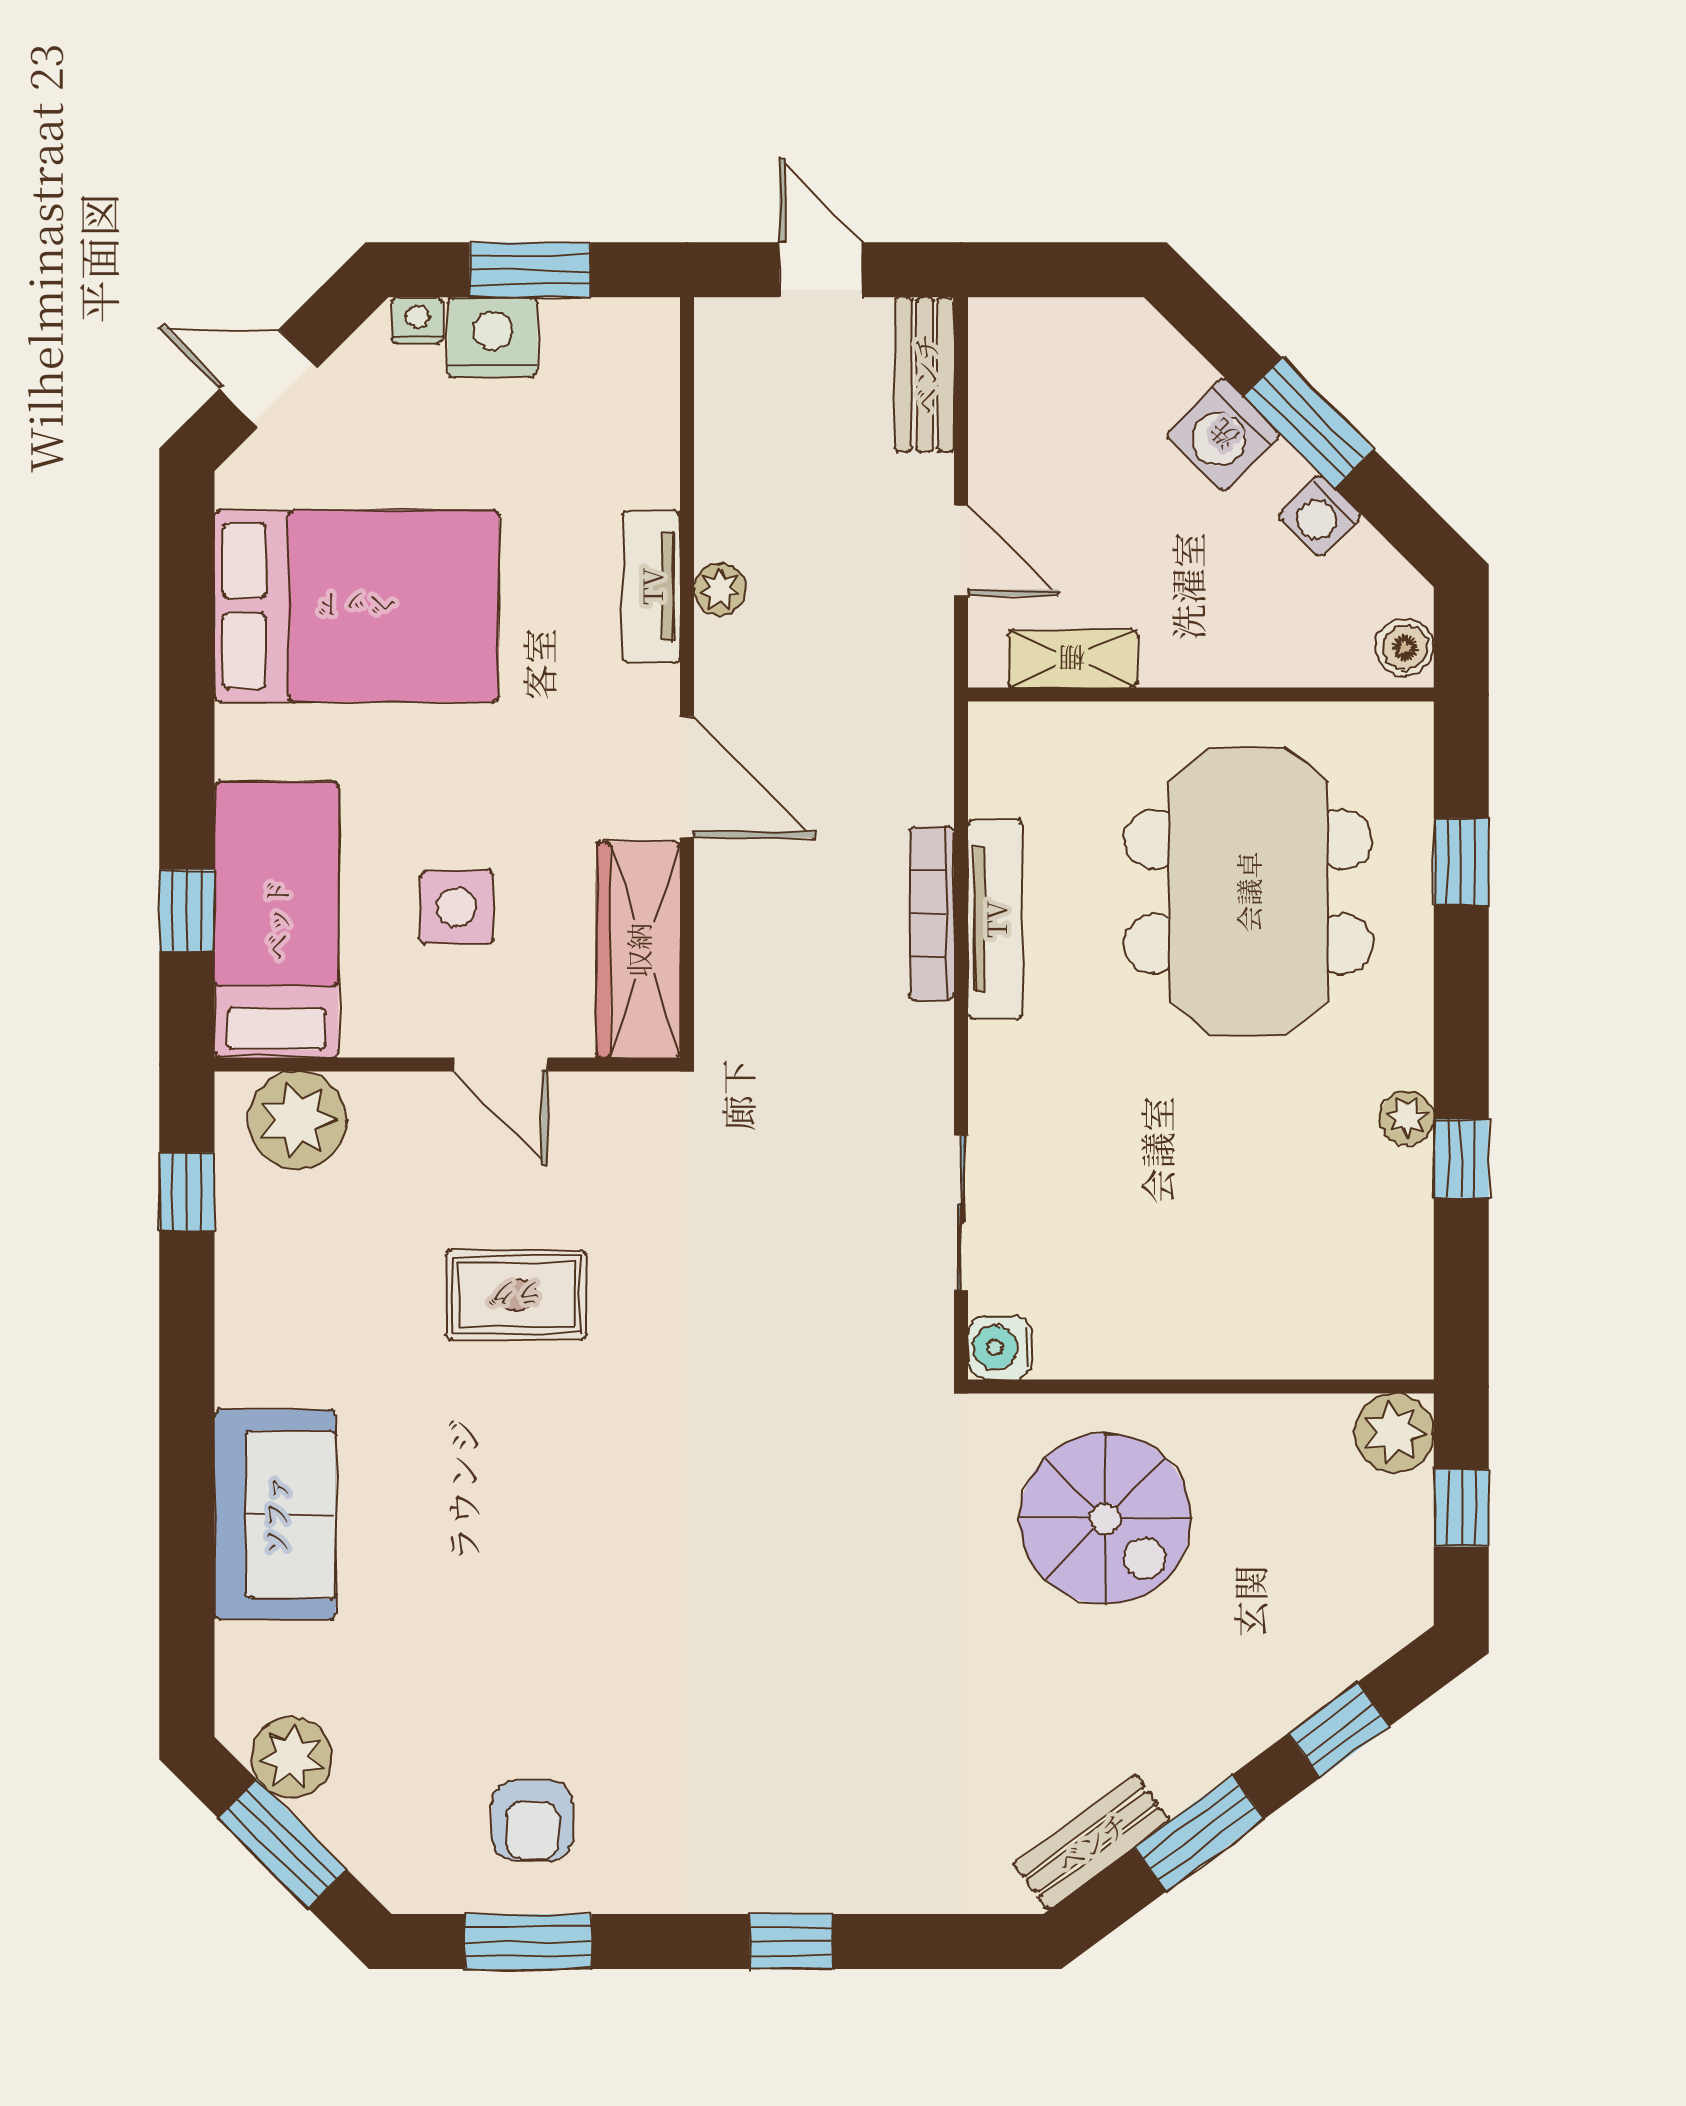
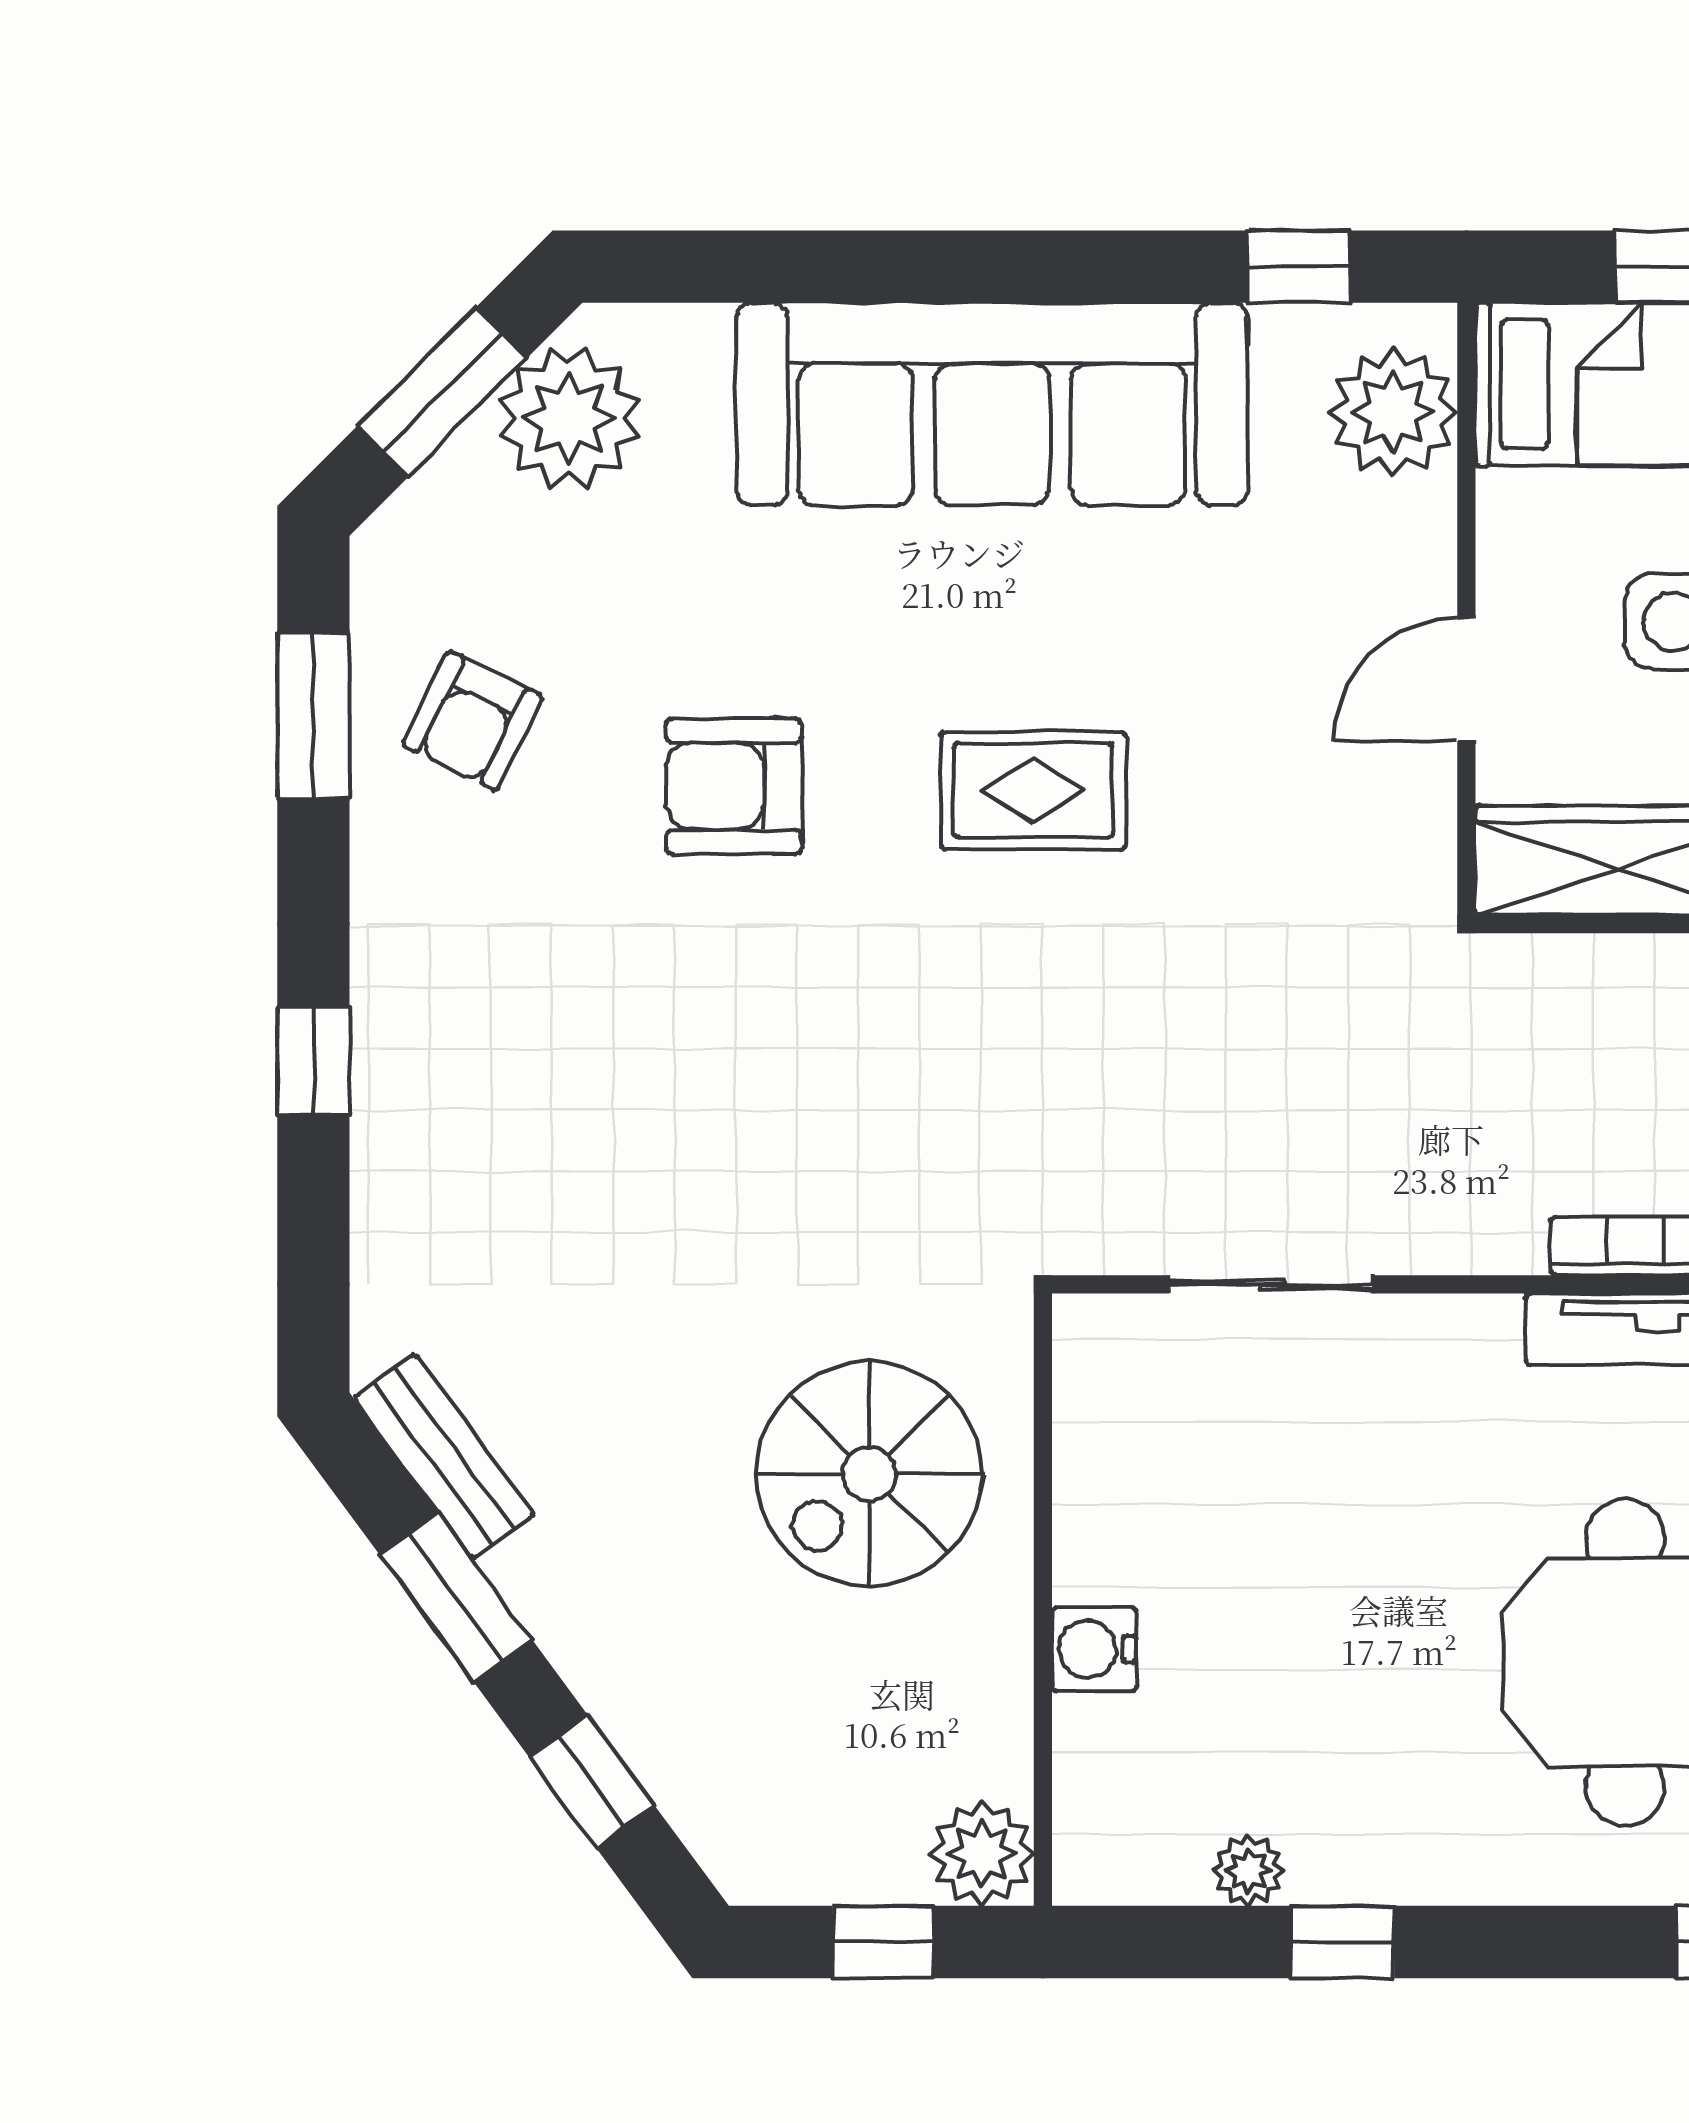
plant: (1407, 1118) -> (1248, 1871), moved
rug: (516, 1295) -> (1033, 790), moved, turned 90
water cooler: (1000, 1348) -> (1094, 1649), moved, turned -90
sofa: (275, 1515) -> (992, 404), width x1.85, depth x1.27
armchair: (582, 1622) -> (734, 786), added
plant: (292, 1757) -> (569, 418), width x1.36, depth x1.36
armchair: (532, 1821) -> (472, 721), turned -64

